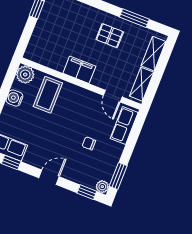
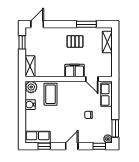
filing cabinet: (79, 70) -> (75, 71), moved
shelving: (142, 84) -> (30, 66), moved

